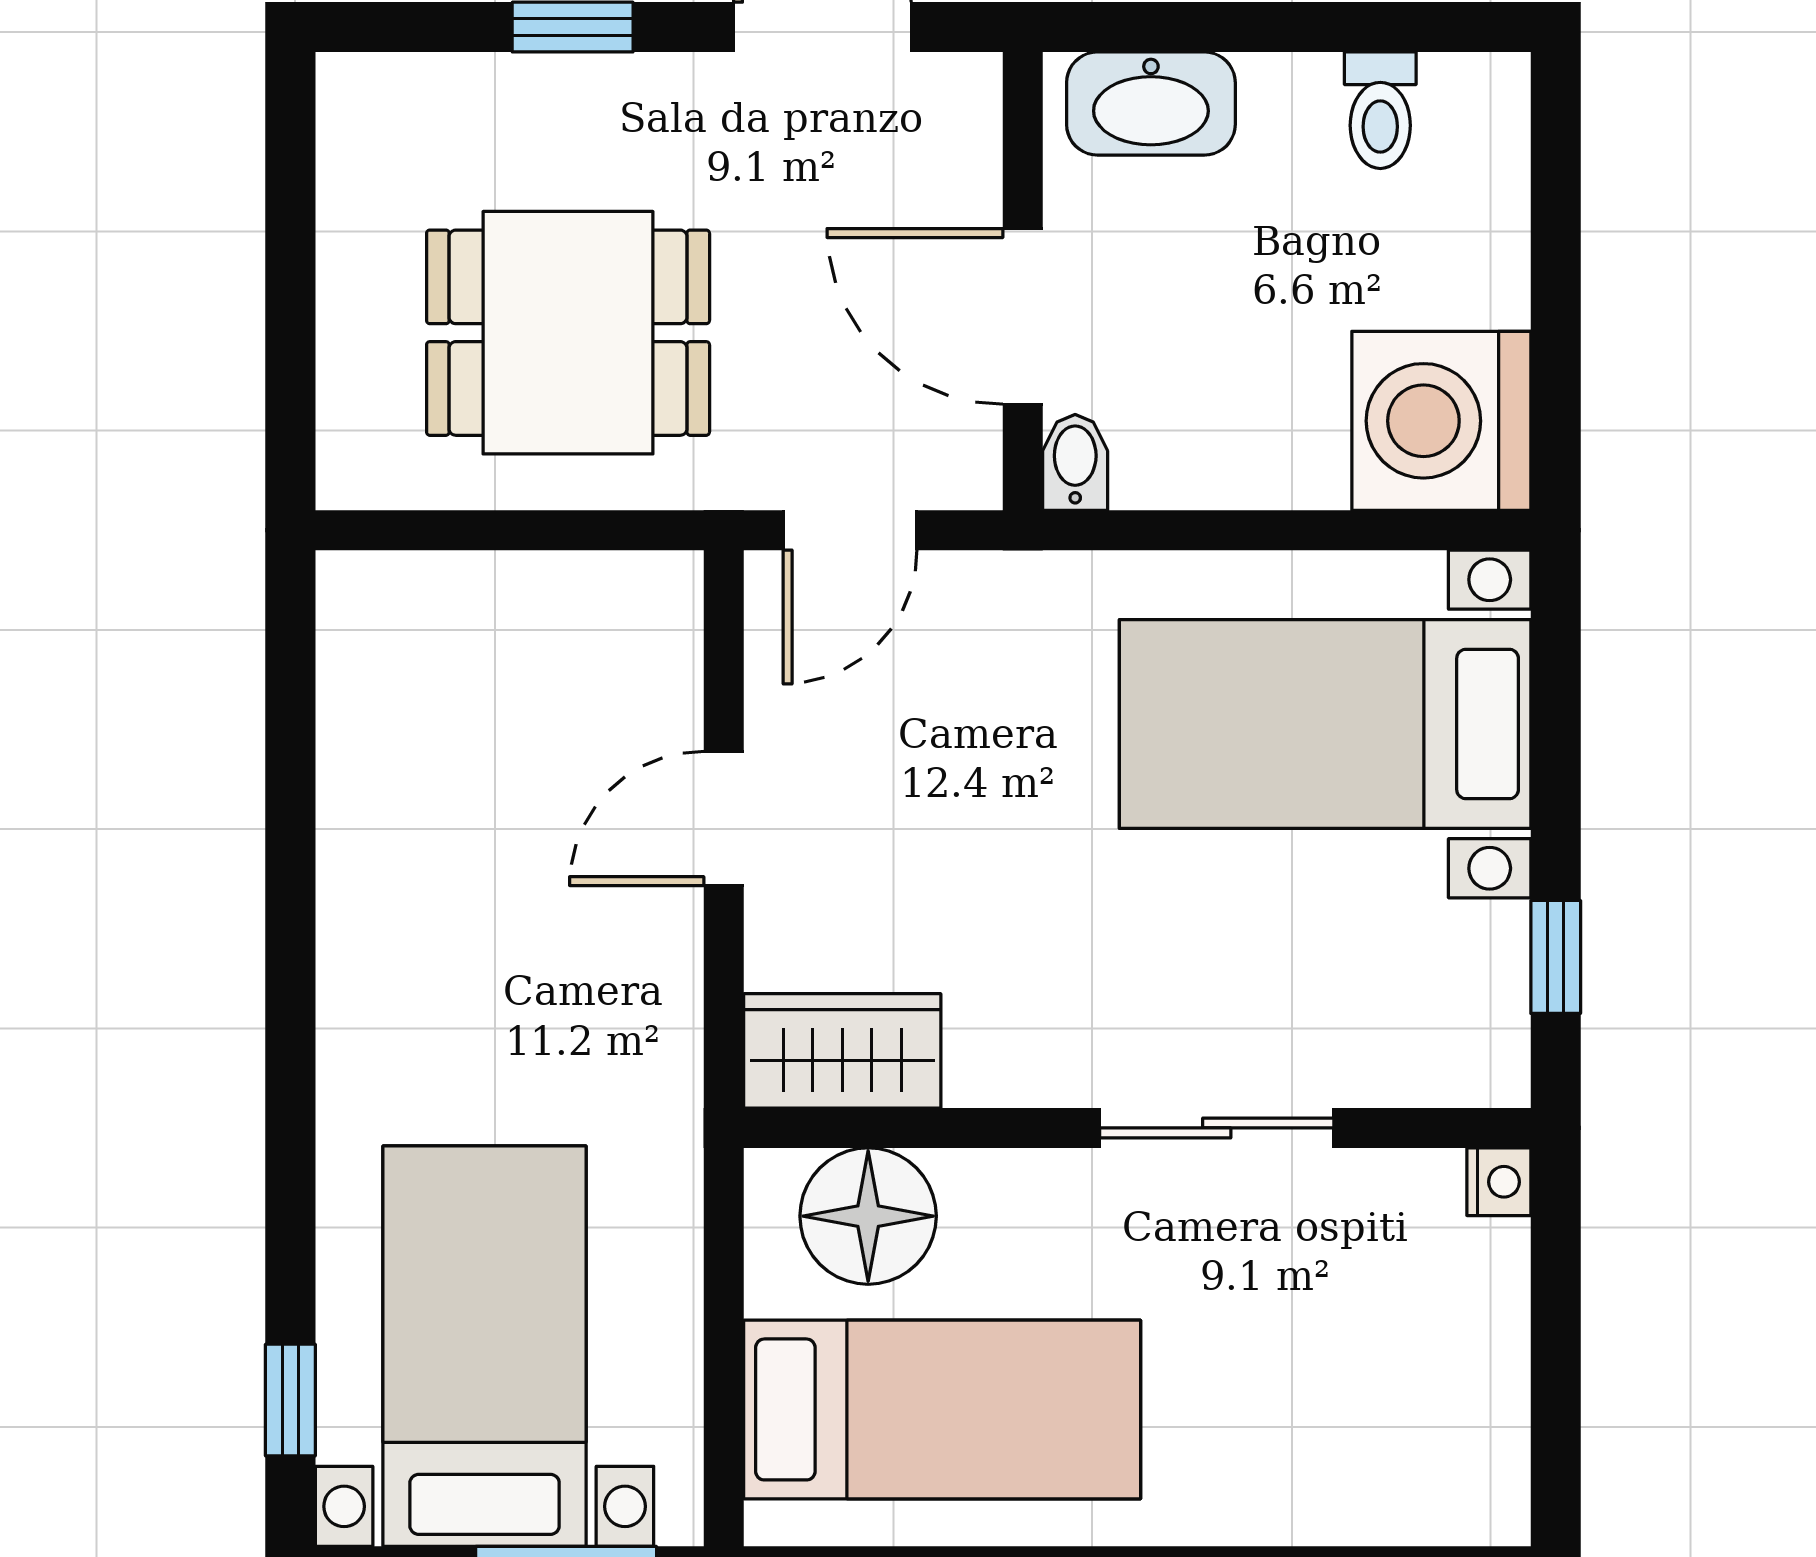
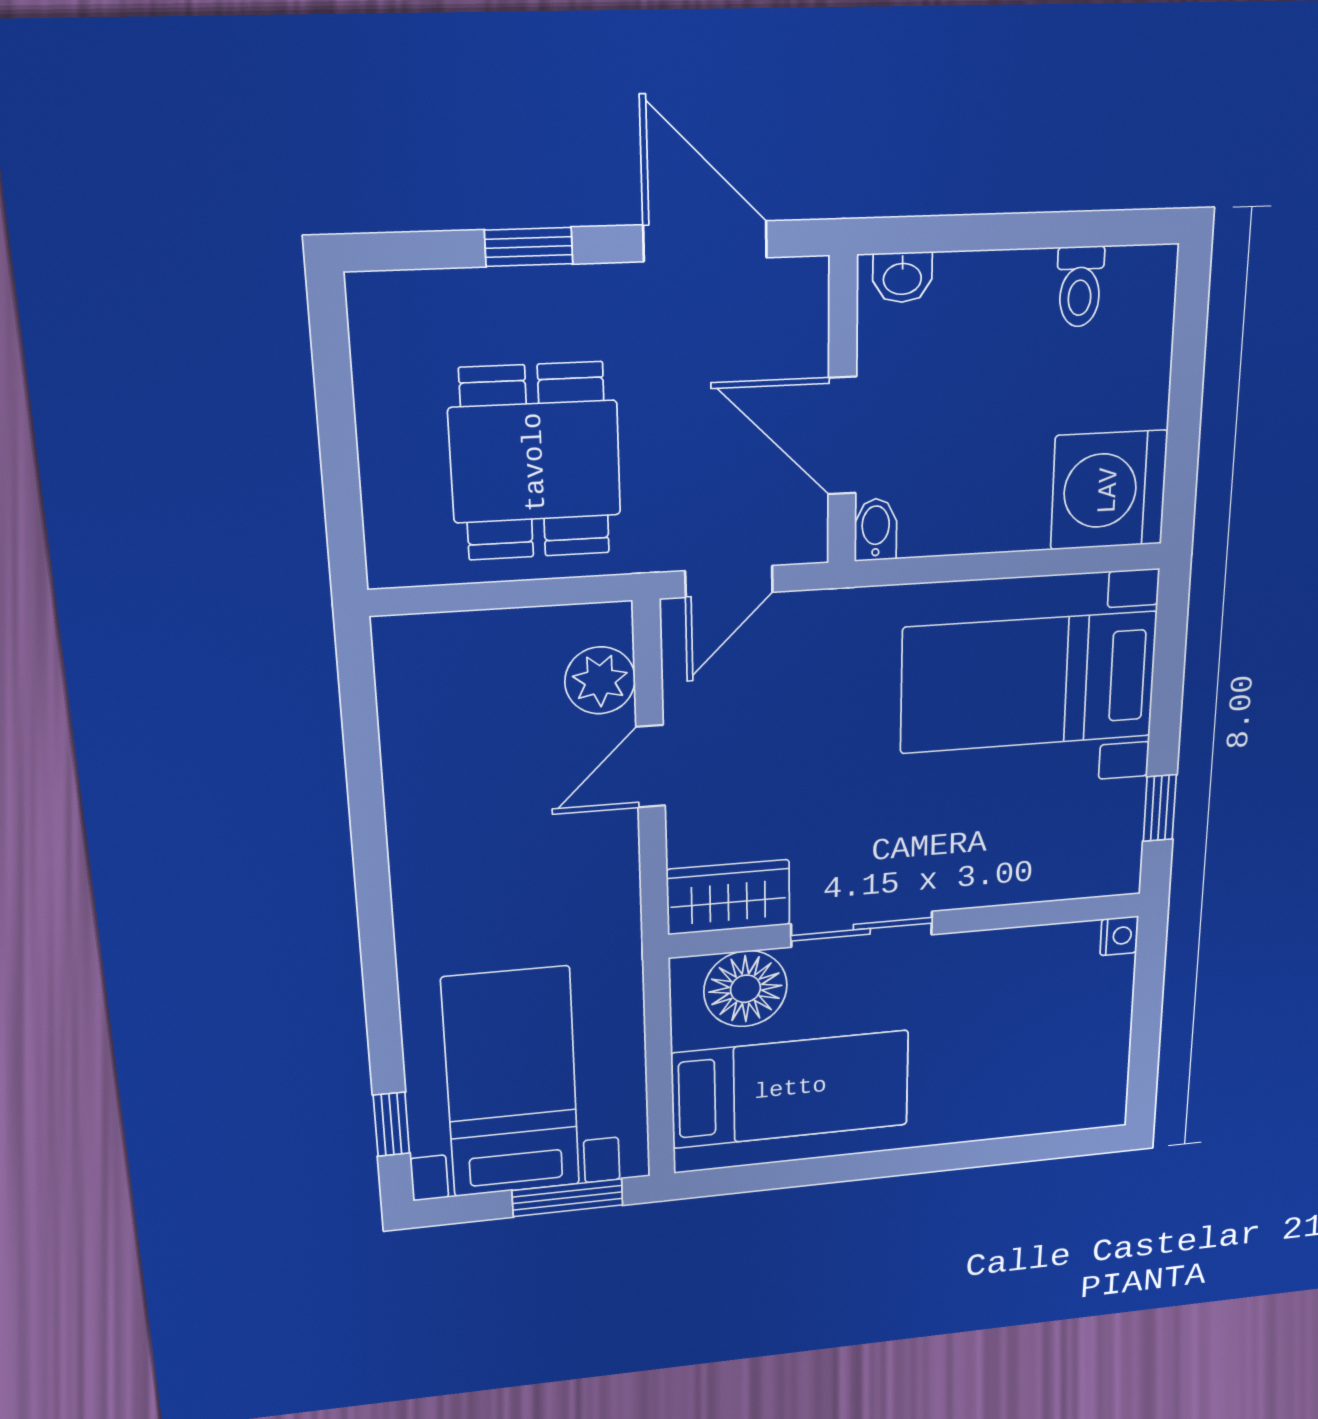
washbasin: (1151, 104) -> (902, 277), width x0.52, depth x0.69
dining table: (568, 333) -> (535, 462), turned 90
plant: (651, 673) -> (600, 680), added
sliding door: (1217, 1128) -> (862, 929), moved

